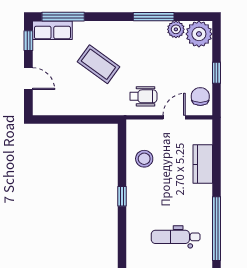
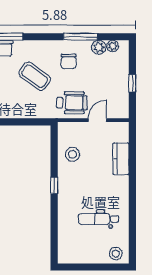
plant: (199, 34) -> (113, 46), width x0.53, depth x0.53
wheelchair: (143, 96) -> (72, 103), width x1.36, depth x1.37
chair: (200, 97) -> (69, 61), moved, turned 180
window: (216, 229) -> (132, 212), removed

